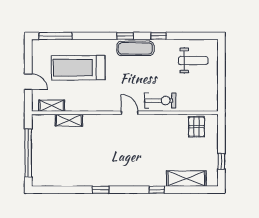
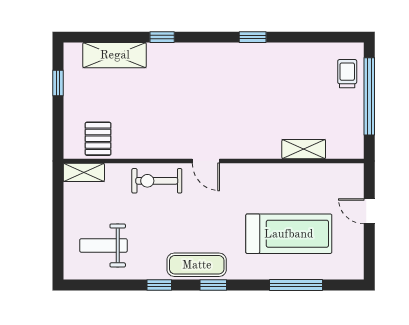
window: (55, 36) -> (296, 285), moved
shelving: (52, 106) -> (84, 172), moved
trolley: (42, 167) -> (347, 74), added

